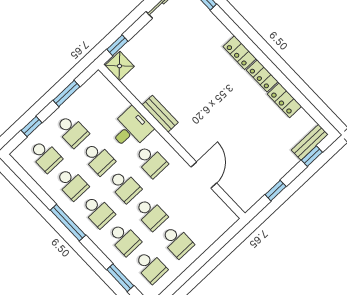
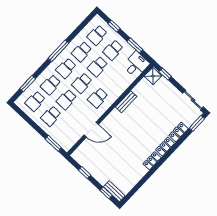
locker: (284, 100) -> (179, 132), moved
desk: (131, 129) -> (136, 65), moved, turned -90
window: (223, 240) -> (53, 143), added

